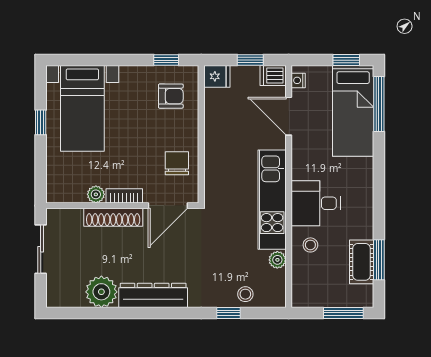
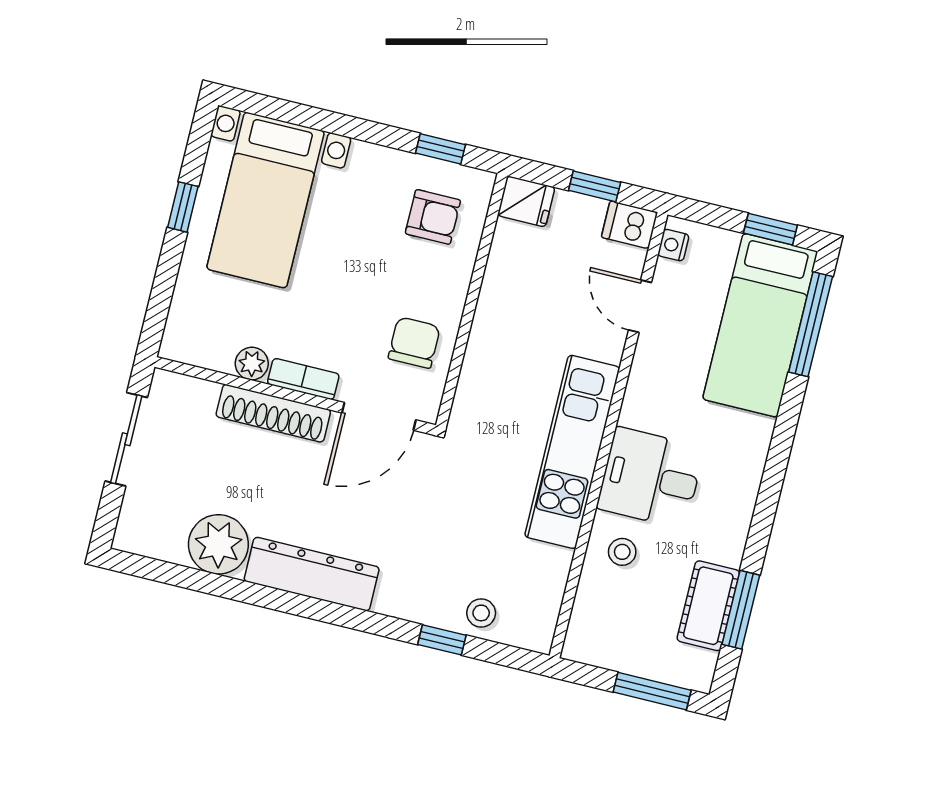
door: (289, 116) -> (640, 306), width x0.73
plant: (277, 260) -> (555, 564), removed

